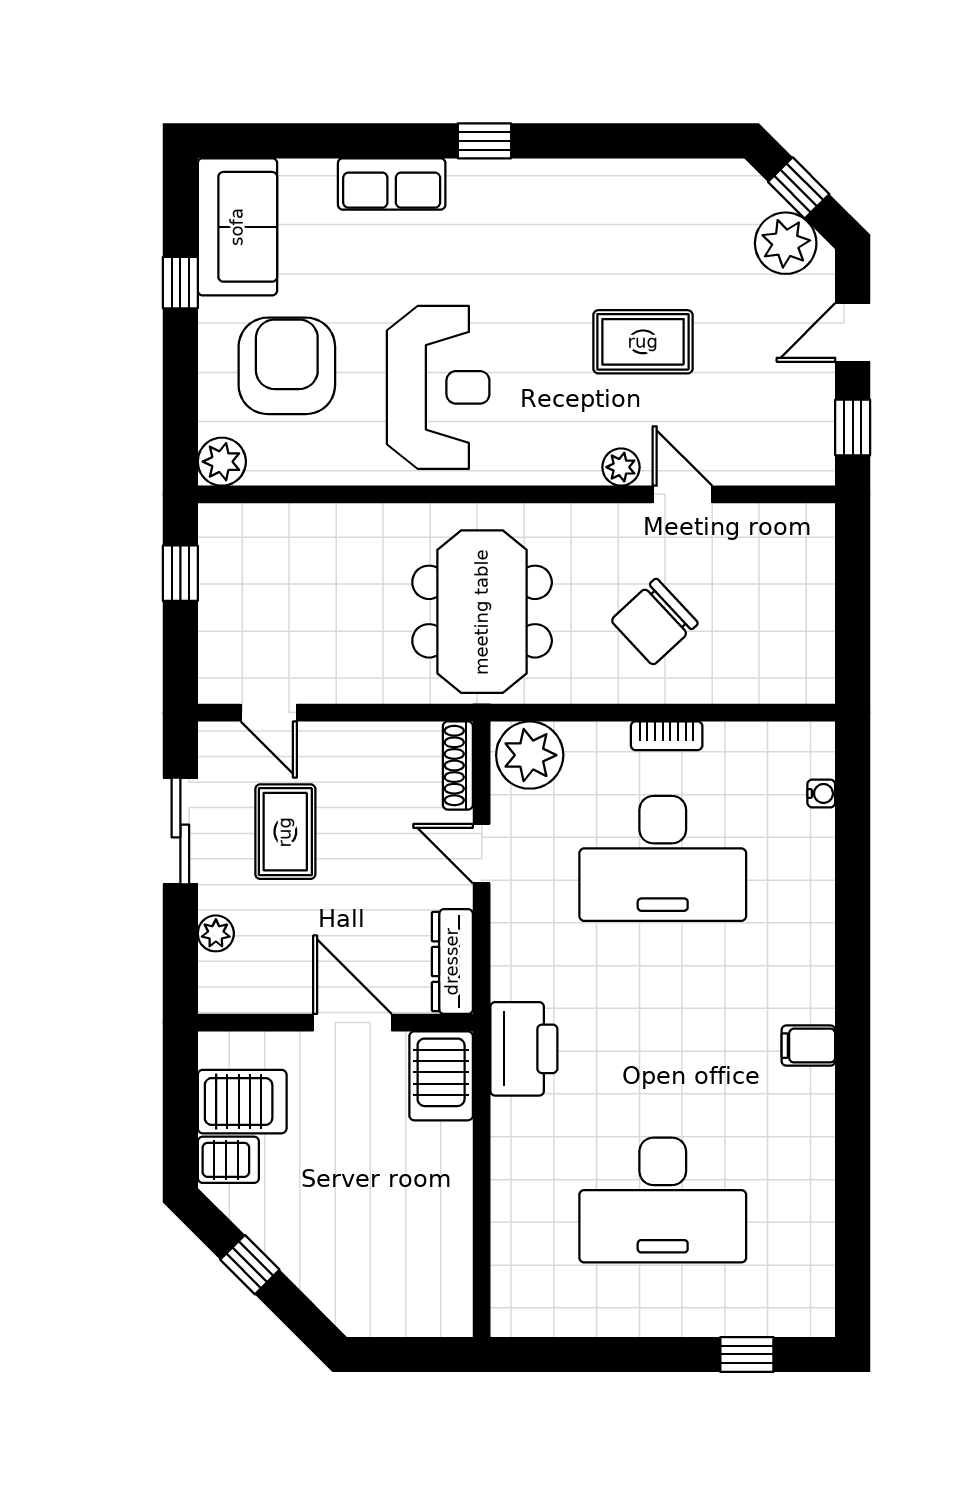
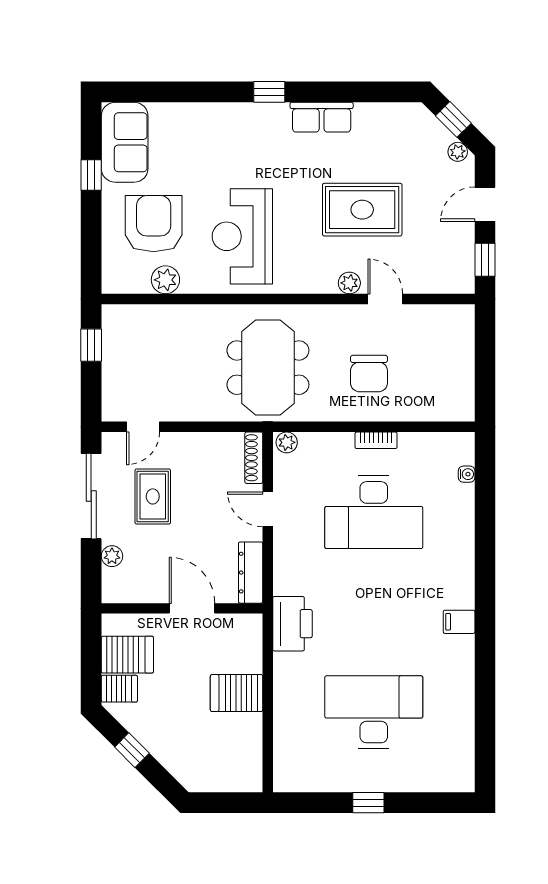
row of seats: (392, 184) -> (322, 117), moved
plant: (786, 243) -> (458, 152), width x0.53, depth x0.53
rug: (643, 342) -> (362, 210), width x1.36, depth x1.43
reception desk: (438, 387) -> (242, 236), turned 180
plant: (222, 462) -> (165, 280), moved
chair: (655, 622) -> (369, 374), turned -47
door: (269, 713) -> (143, 427), hinge flipped
plant: (530, 755) -> (287, 442), width x0.53, depth x0.53
sliding door: (180, 831) -> (91, 496), width x1.37
server rack: (441, 1076) -> (237, 693), moved, turned 90
desk: (663, 1200) -> (374, 712), turned 180
window: (747, 1354) -> (368, 803), moved

